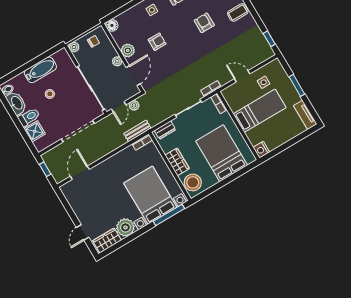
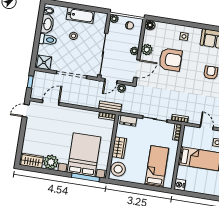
armchair: (157, 42) -> (170, 60), width x1.88, depth x1.88
shower: (35, 131) -> (44, 62), moved
bed: (222, 153) -> (157, 166), width x0.67
door: (83, 232) -> (26, 111), moved

